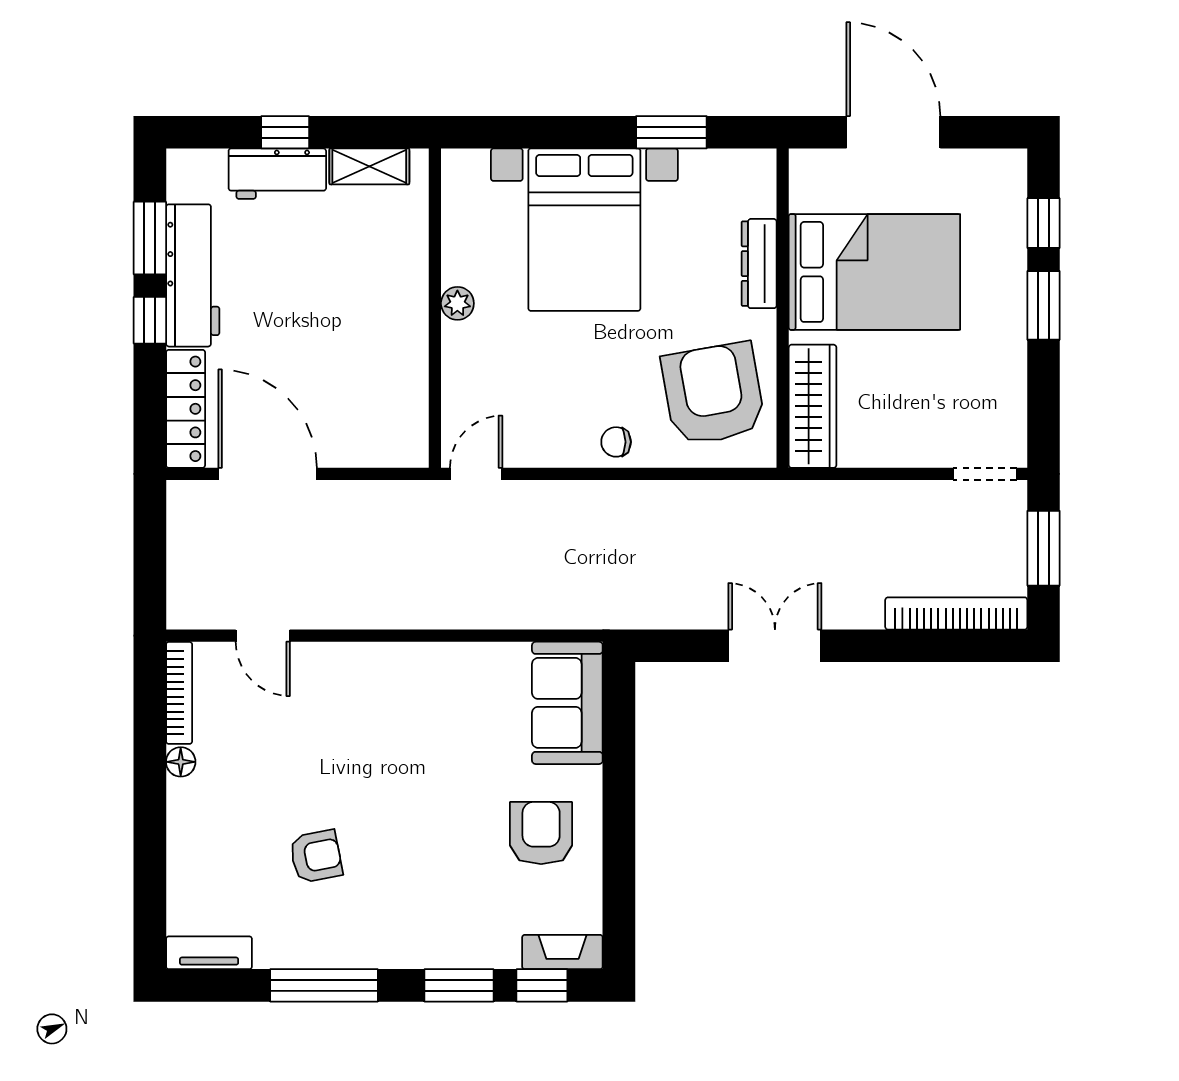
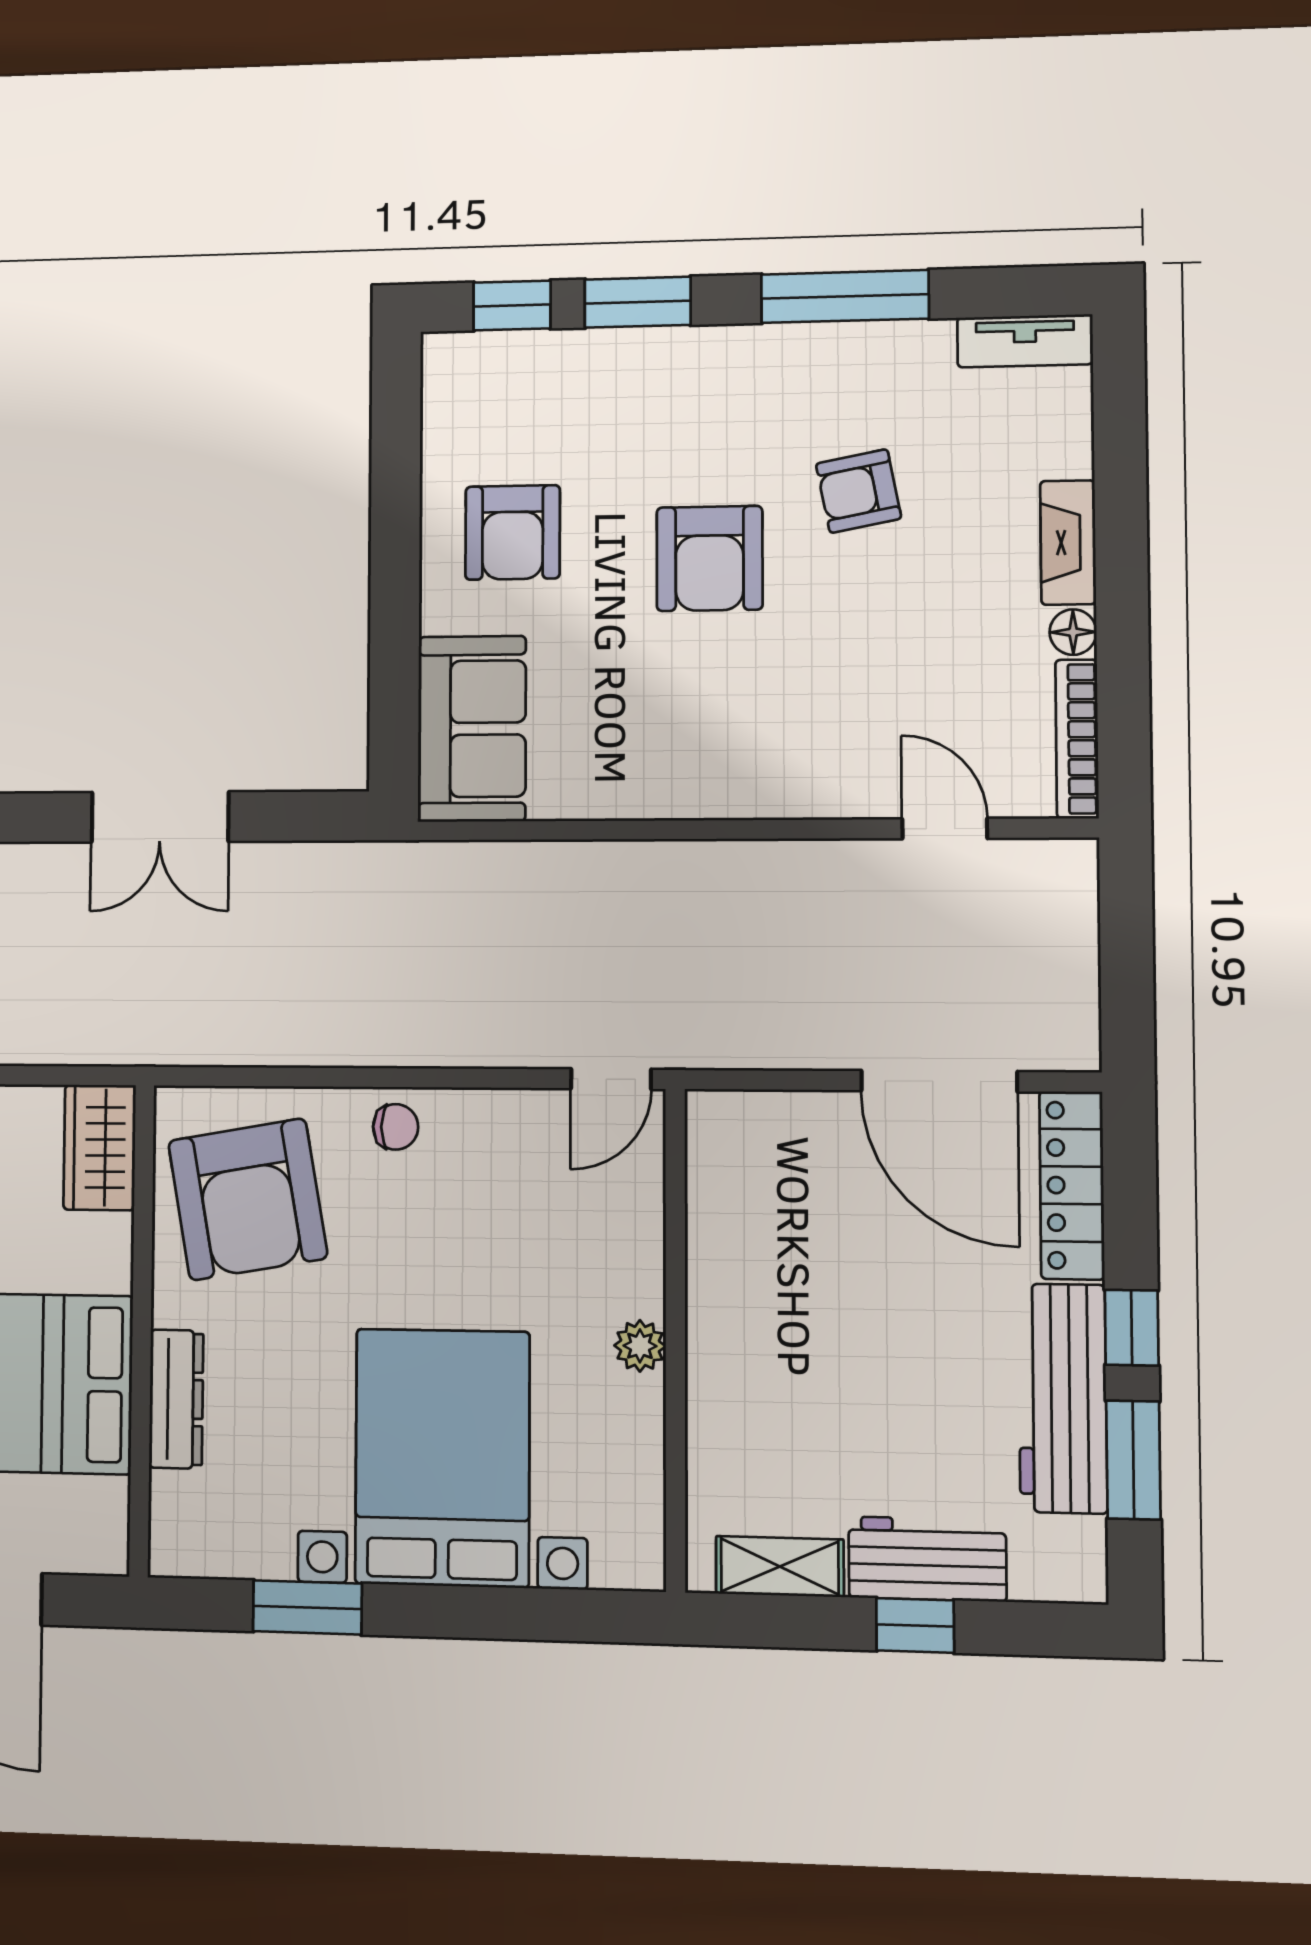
wardrobe: (813, 406) -> (100, 1147), width x0.67
armchair: (412, 814) -> (710, 558), added
fireplace: (562, 952) -> (1068, 542), moved, turned 90

